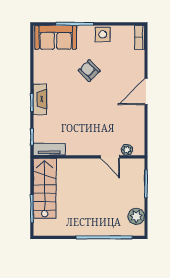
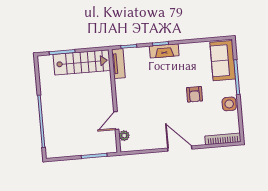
bookcase: (140, 37) -> (223, 139), width x1.56
armchair: (89, 71) -> (194, 94), turned 134
plant: (136, 216) -> (63, 150), removed

